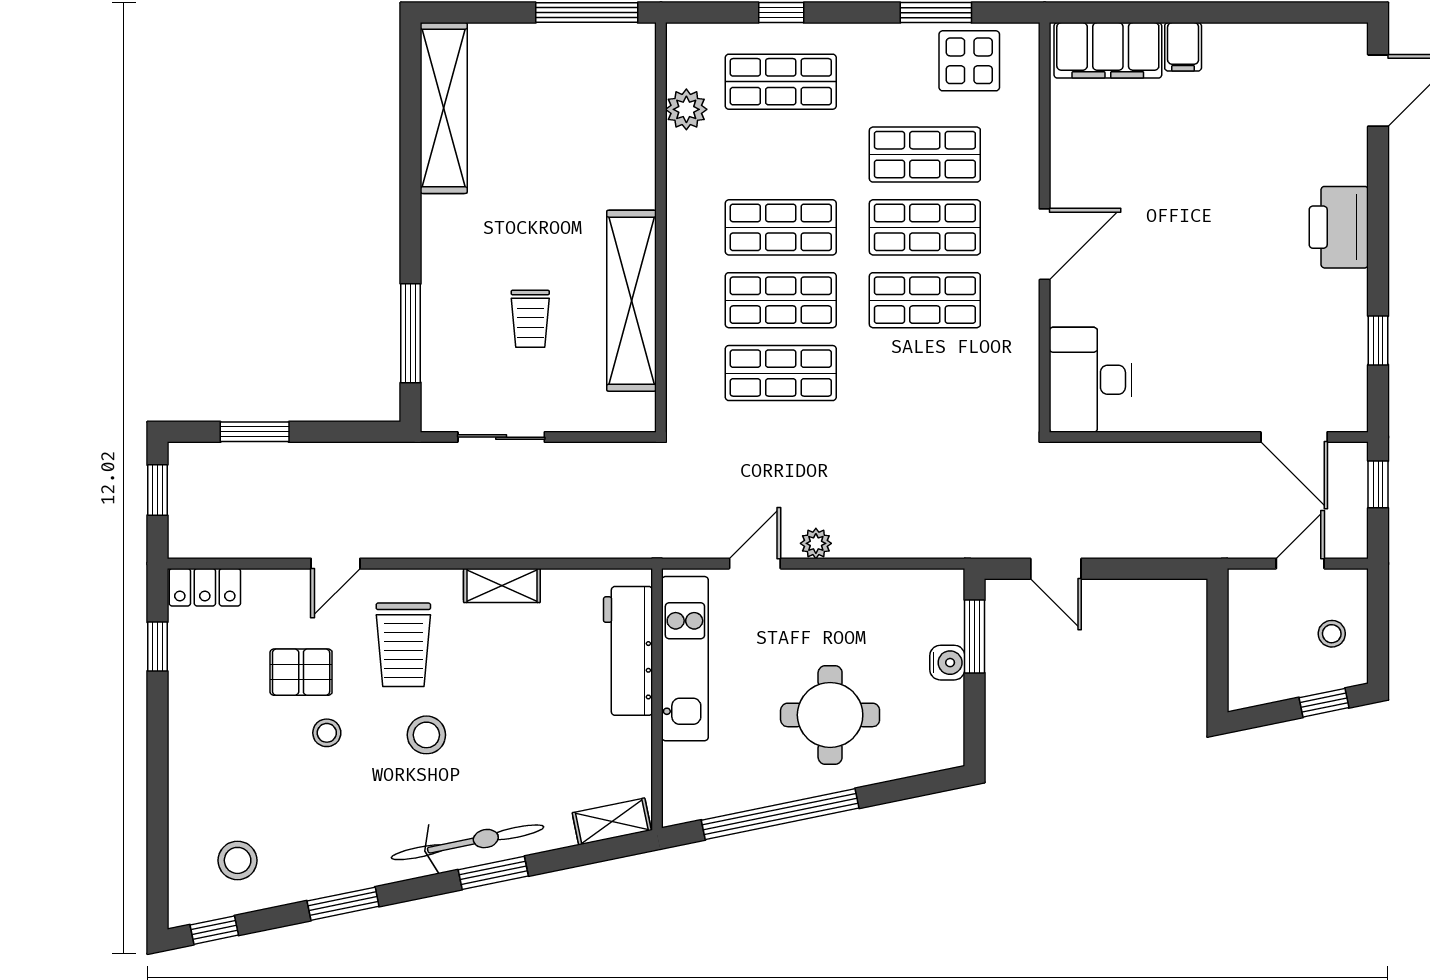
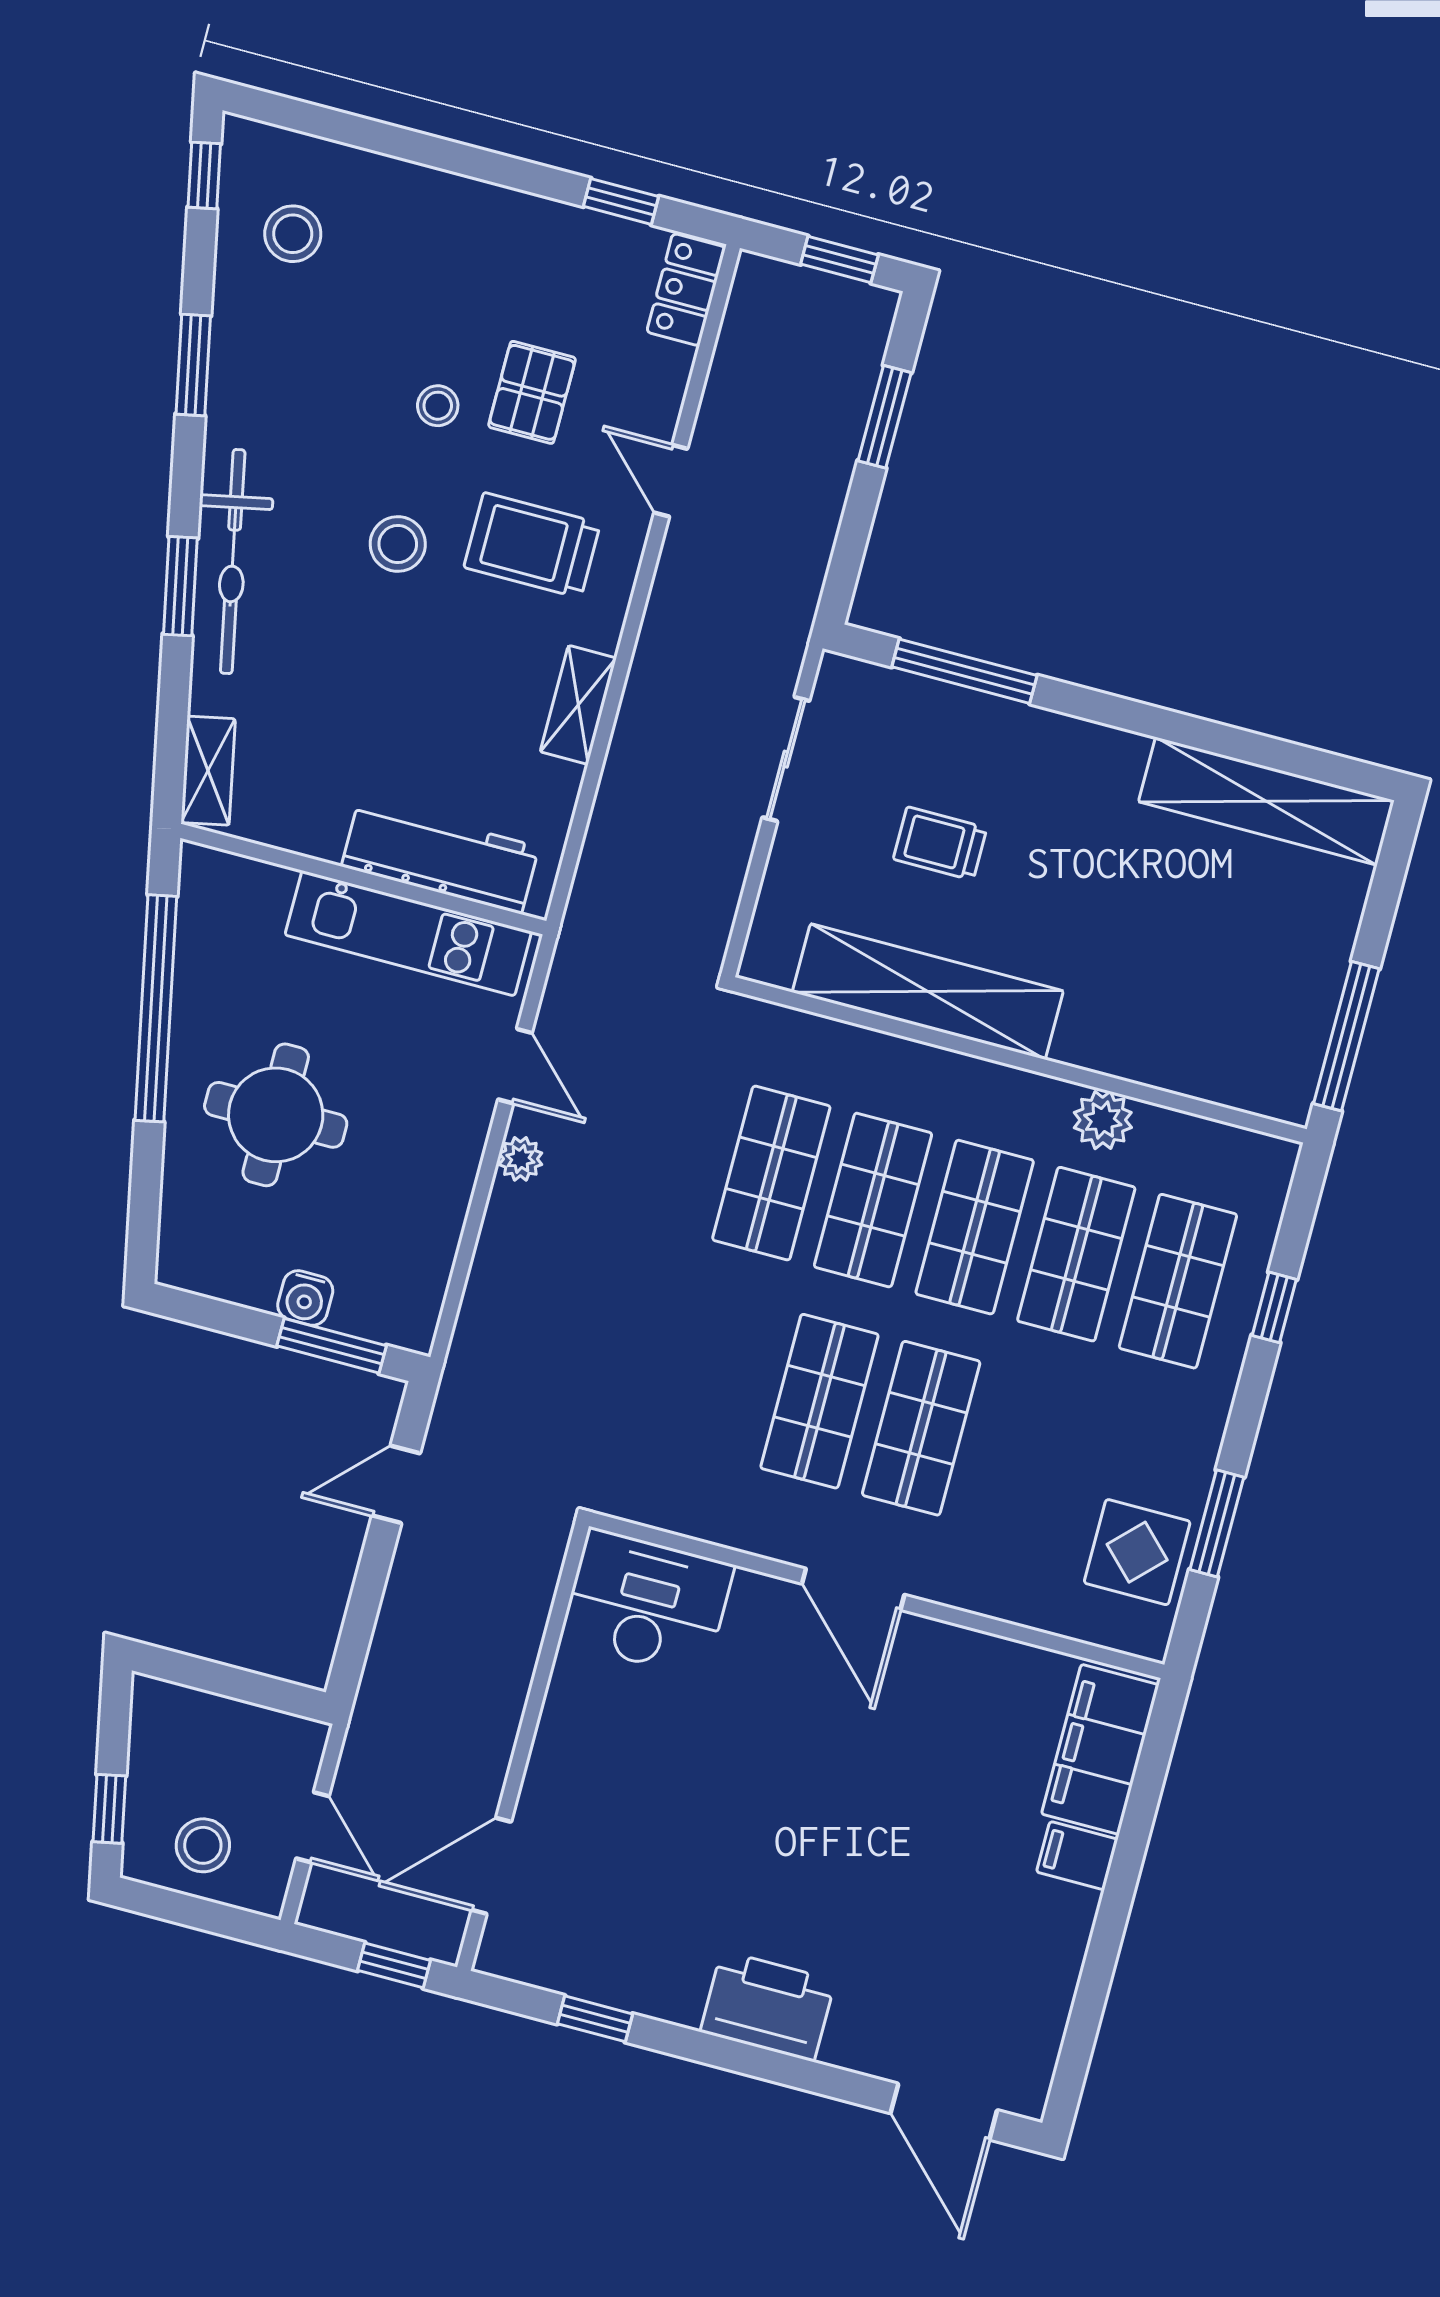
plant: (686, 109) -> (1103, 1120), moved
shop shelf: (925, 155) -> (1076, 1254), moved
stool: (1332, 634) -> (203, 1845), width x1.37, depth x1.37

